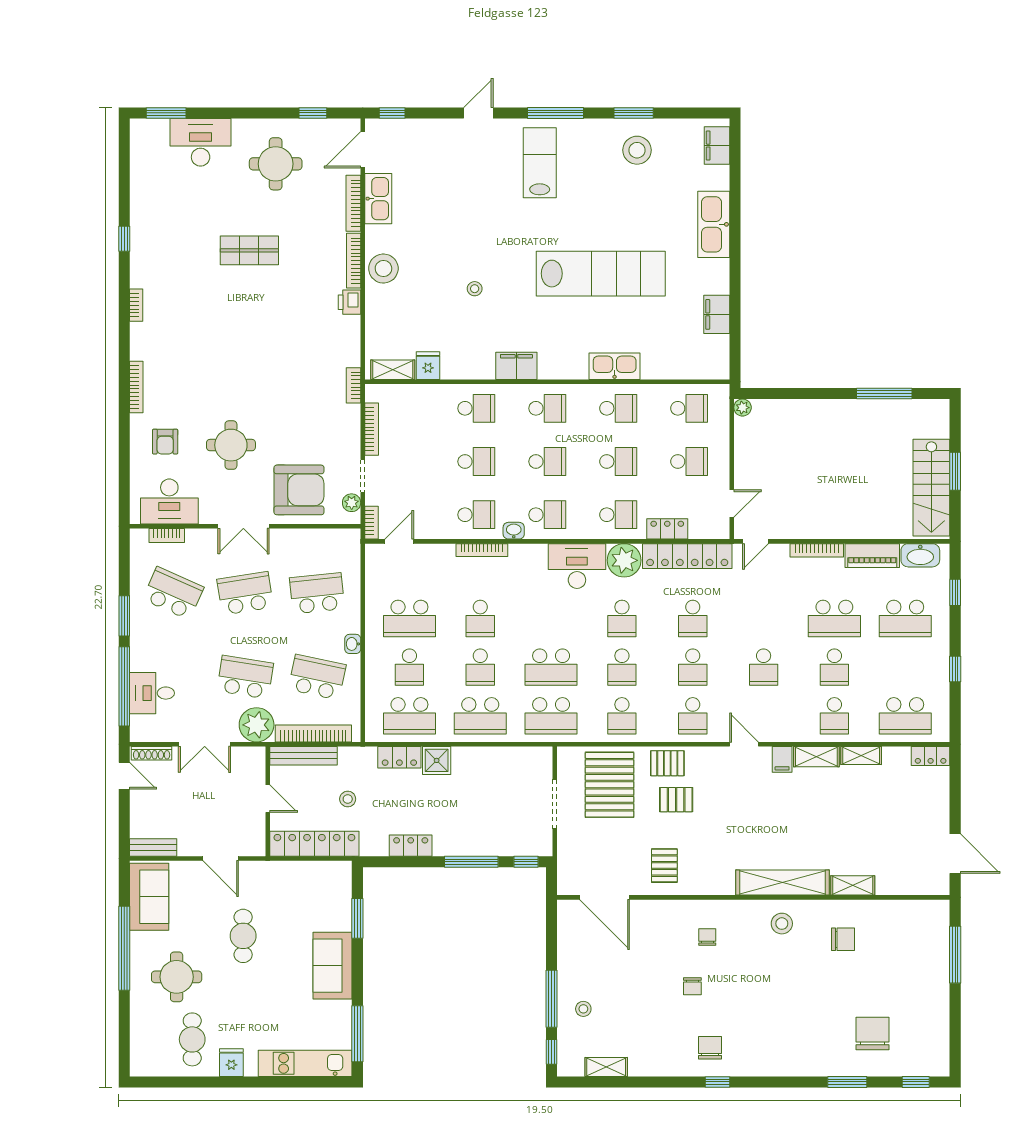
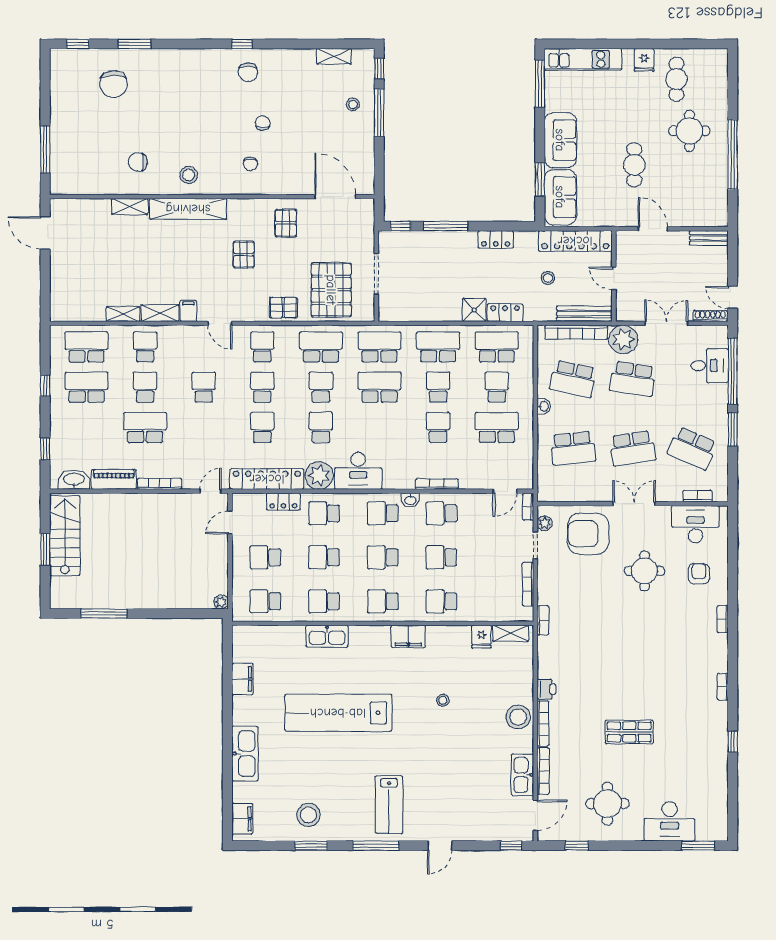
bookcase: (136, 387) -> (723, 619), width x0.64
school desk: (905, 618) -> (86, 387), moved
school desk: (622, 716) -> (321, 347), width x1.85
locker: (931, 756) -> (65, 314), removed
pallet: (676, 800) -> (244, 254), moved, turned 90
sofa: (149, 897) -> (560, 197), moved, turned 180

